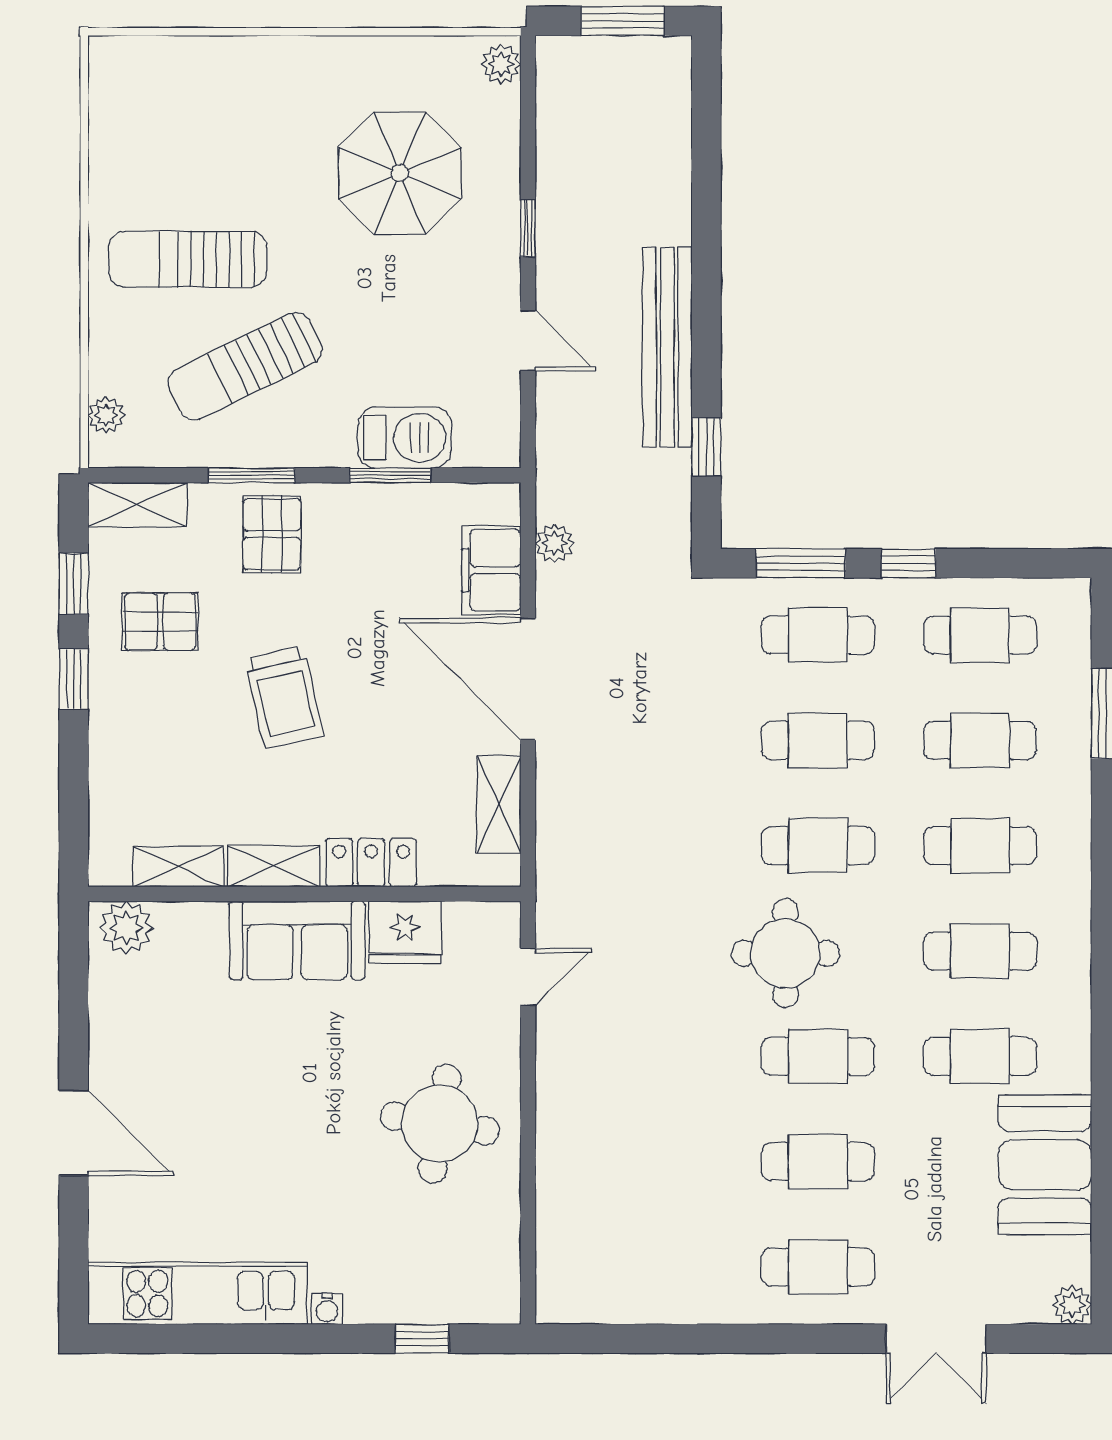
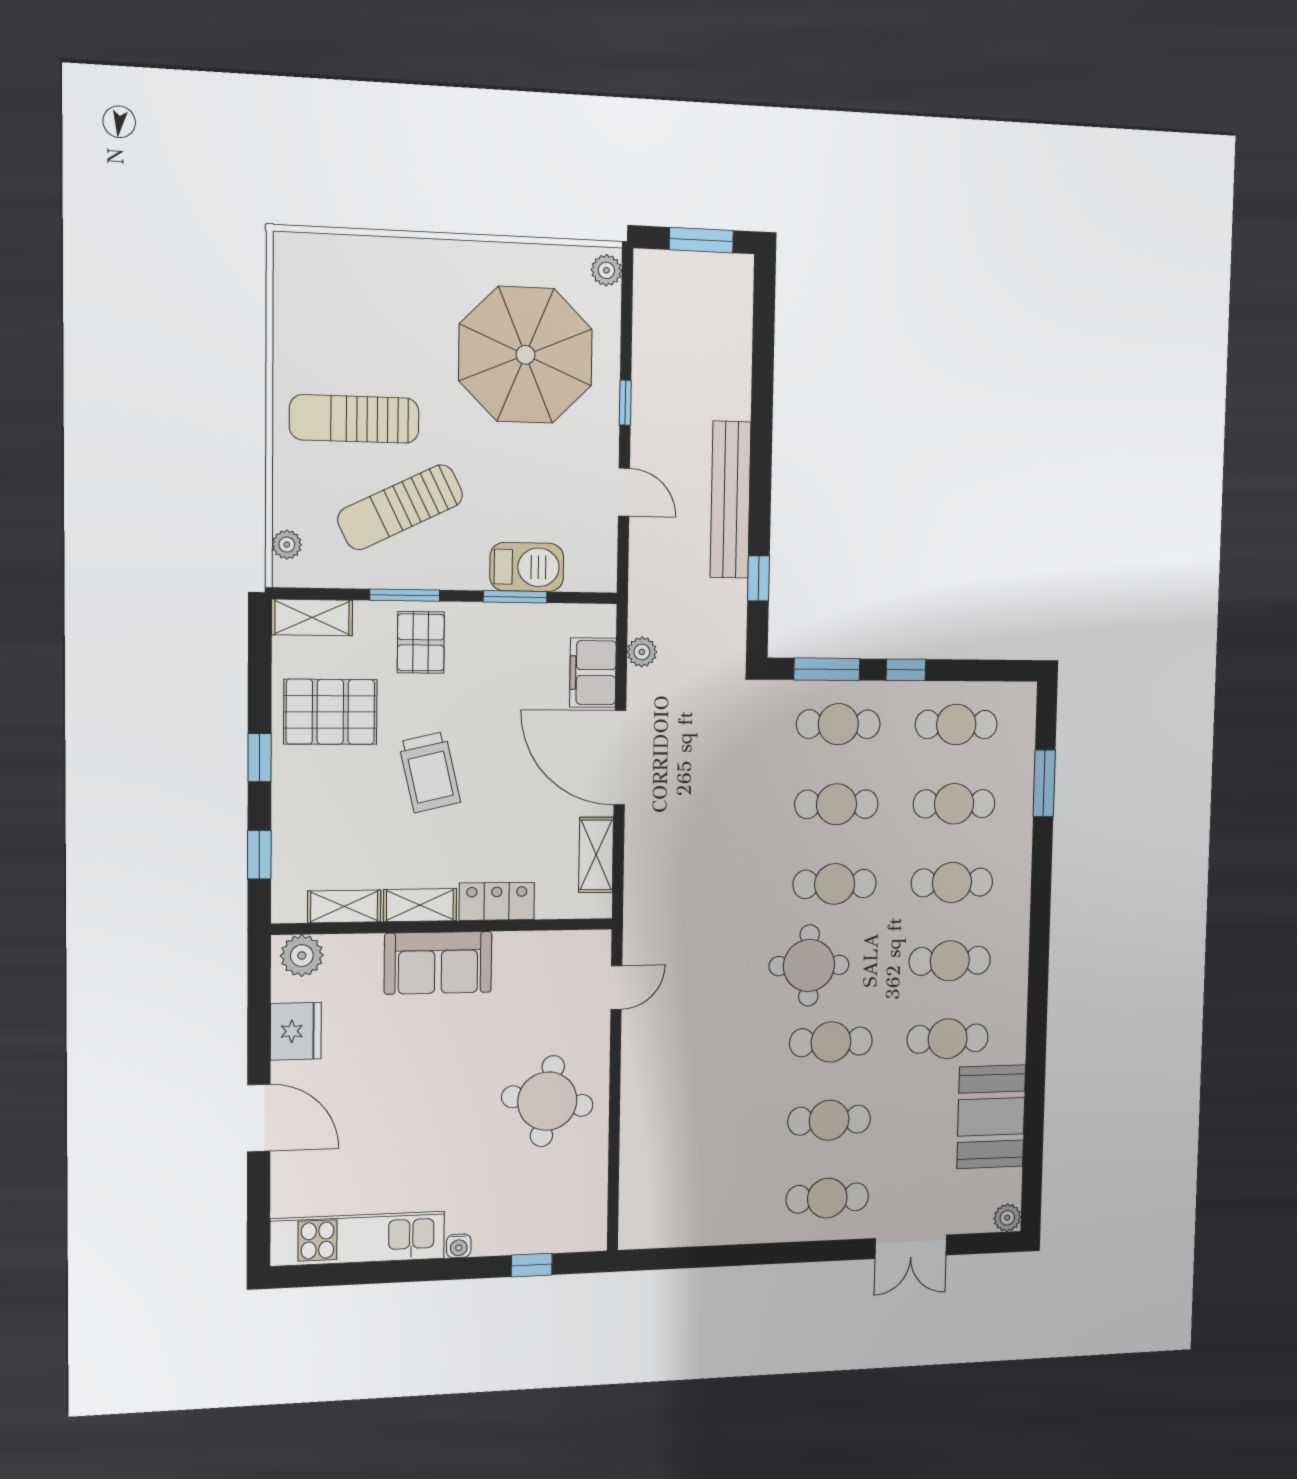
parasol: (400, 173) -> (526, 355), width x1.36, depth x1.36
window: (74, 584) -> (259, 855), moved
pallet: (160, 622) -> (330, 712), width x1.50, depth x1.42
fridge: (405, 932) -> (296, 1031), moved, turned -90

